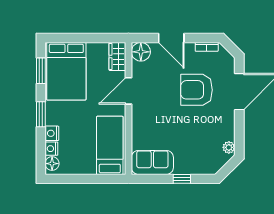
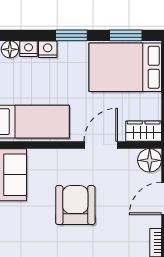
armchair: (197, 90) -> (75, 205), moved
door: (129, 91) -> (101, 145), hinge flipped

